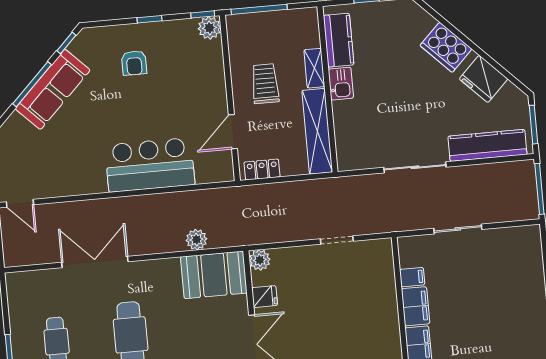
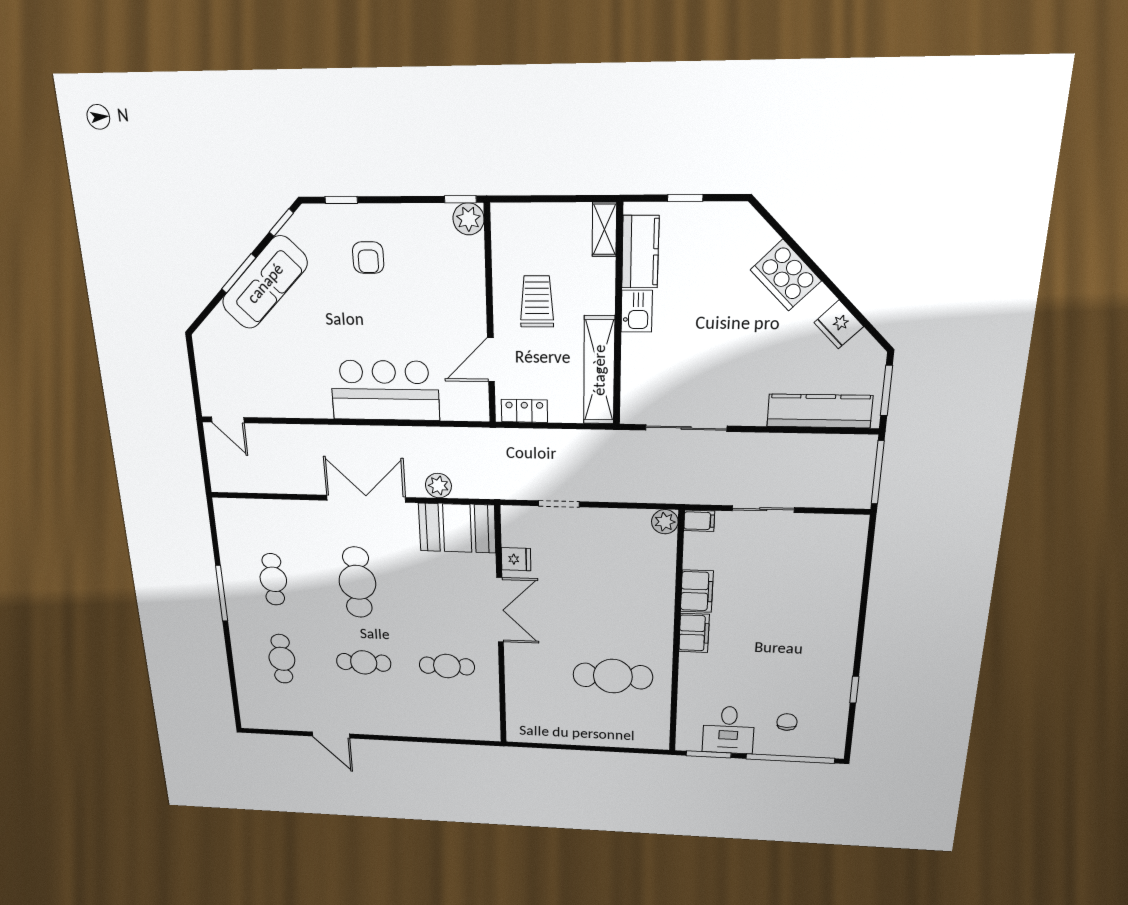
window: (259, 9) -> (537, 199), removed
window: (150, 19) -> (341, 200), moved
shelving: (314, 68) -> (604, 229), moved
fridge: (484, 79) -> (839, 325), width x0.73, depth x0.75
window: (32, 84) -> (239, 273), width x0.69
sliding door: (415, 167) -> (686, 428), moved
doorway: (337, 240) -> (559, 504), moved
plant: (260, 260) -> (665, 522), moved
double door: (95, 262) -> (366, 499), moved
filing cabinet: (412, 277) -> (699, 521), moved

